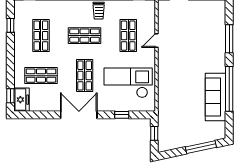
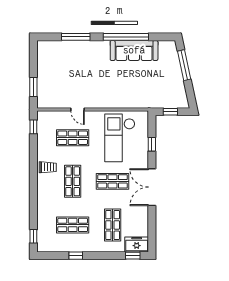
window: (10, 25) -> (76, 256), moved

